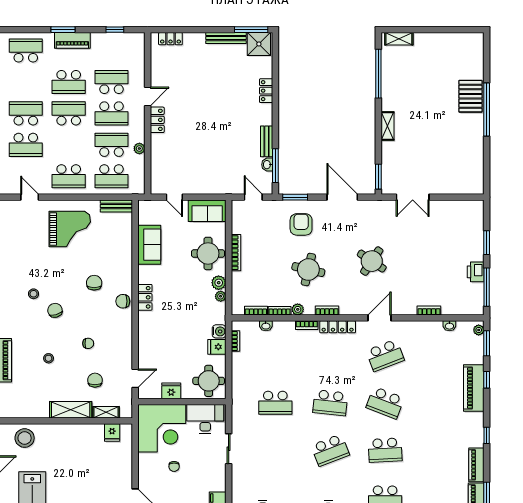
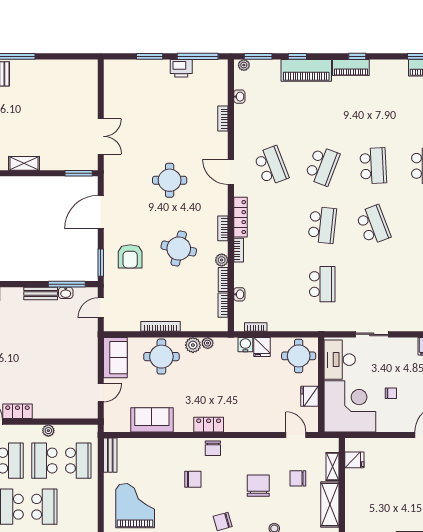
school desk: (69, 176) -> (44, 507), moved
armchair: (301, 224) -> (130, 256), turned -90
round table: (372, 261) -> (170, 180), turned -34
chair: (94, 283) -> (193, 479), turned 180
chair: (88, 343) -> (258, 486), width x1.87, depth x1.87
piano: (476, 465) -> (351, 68), moved

